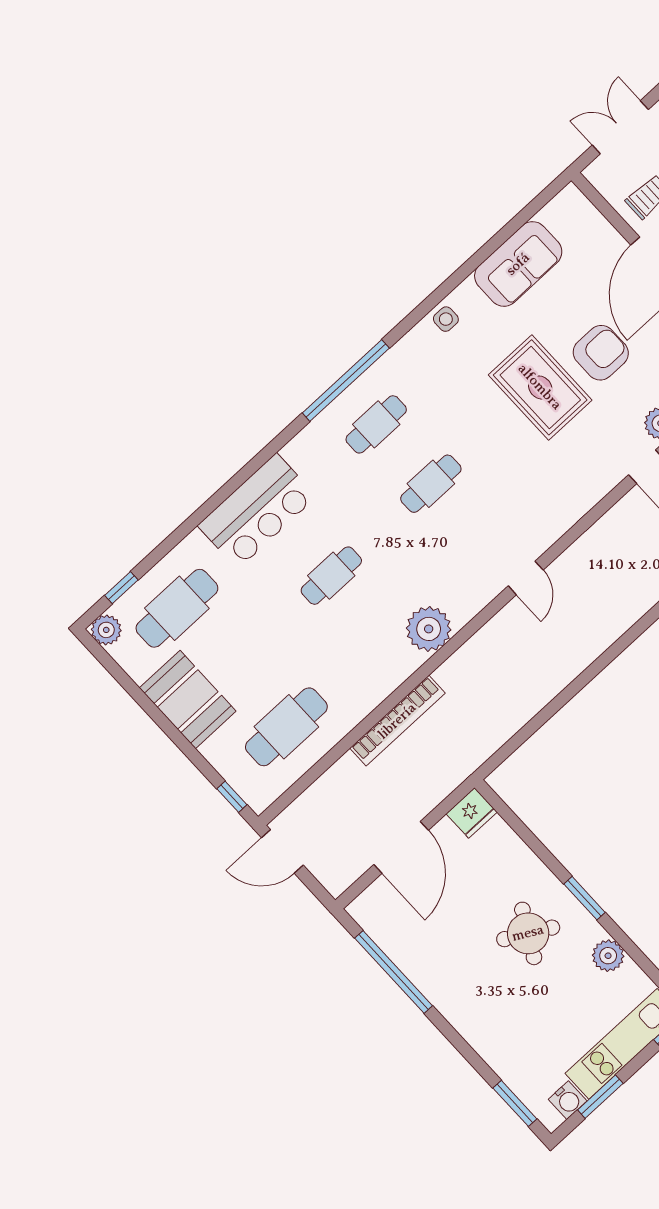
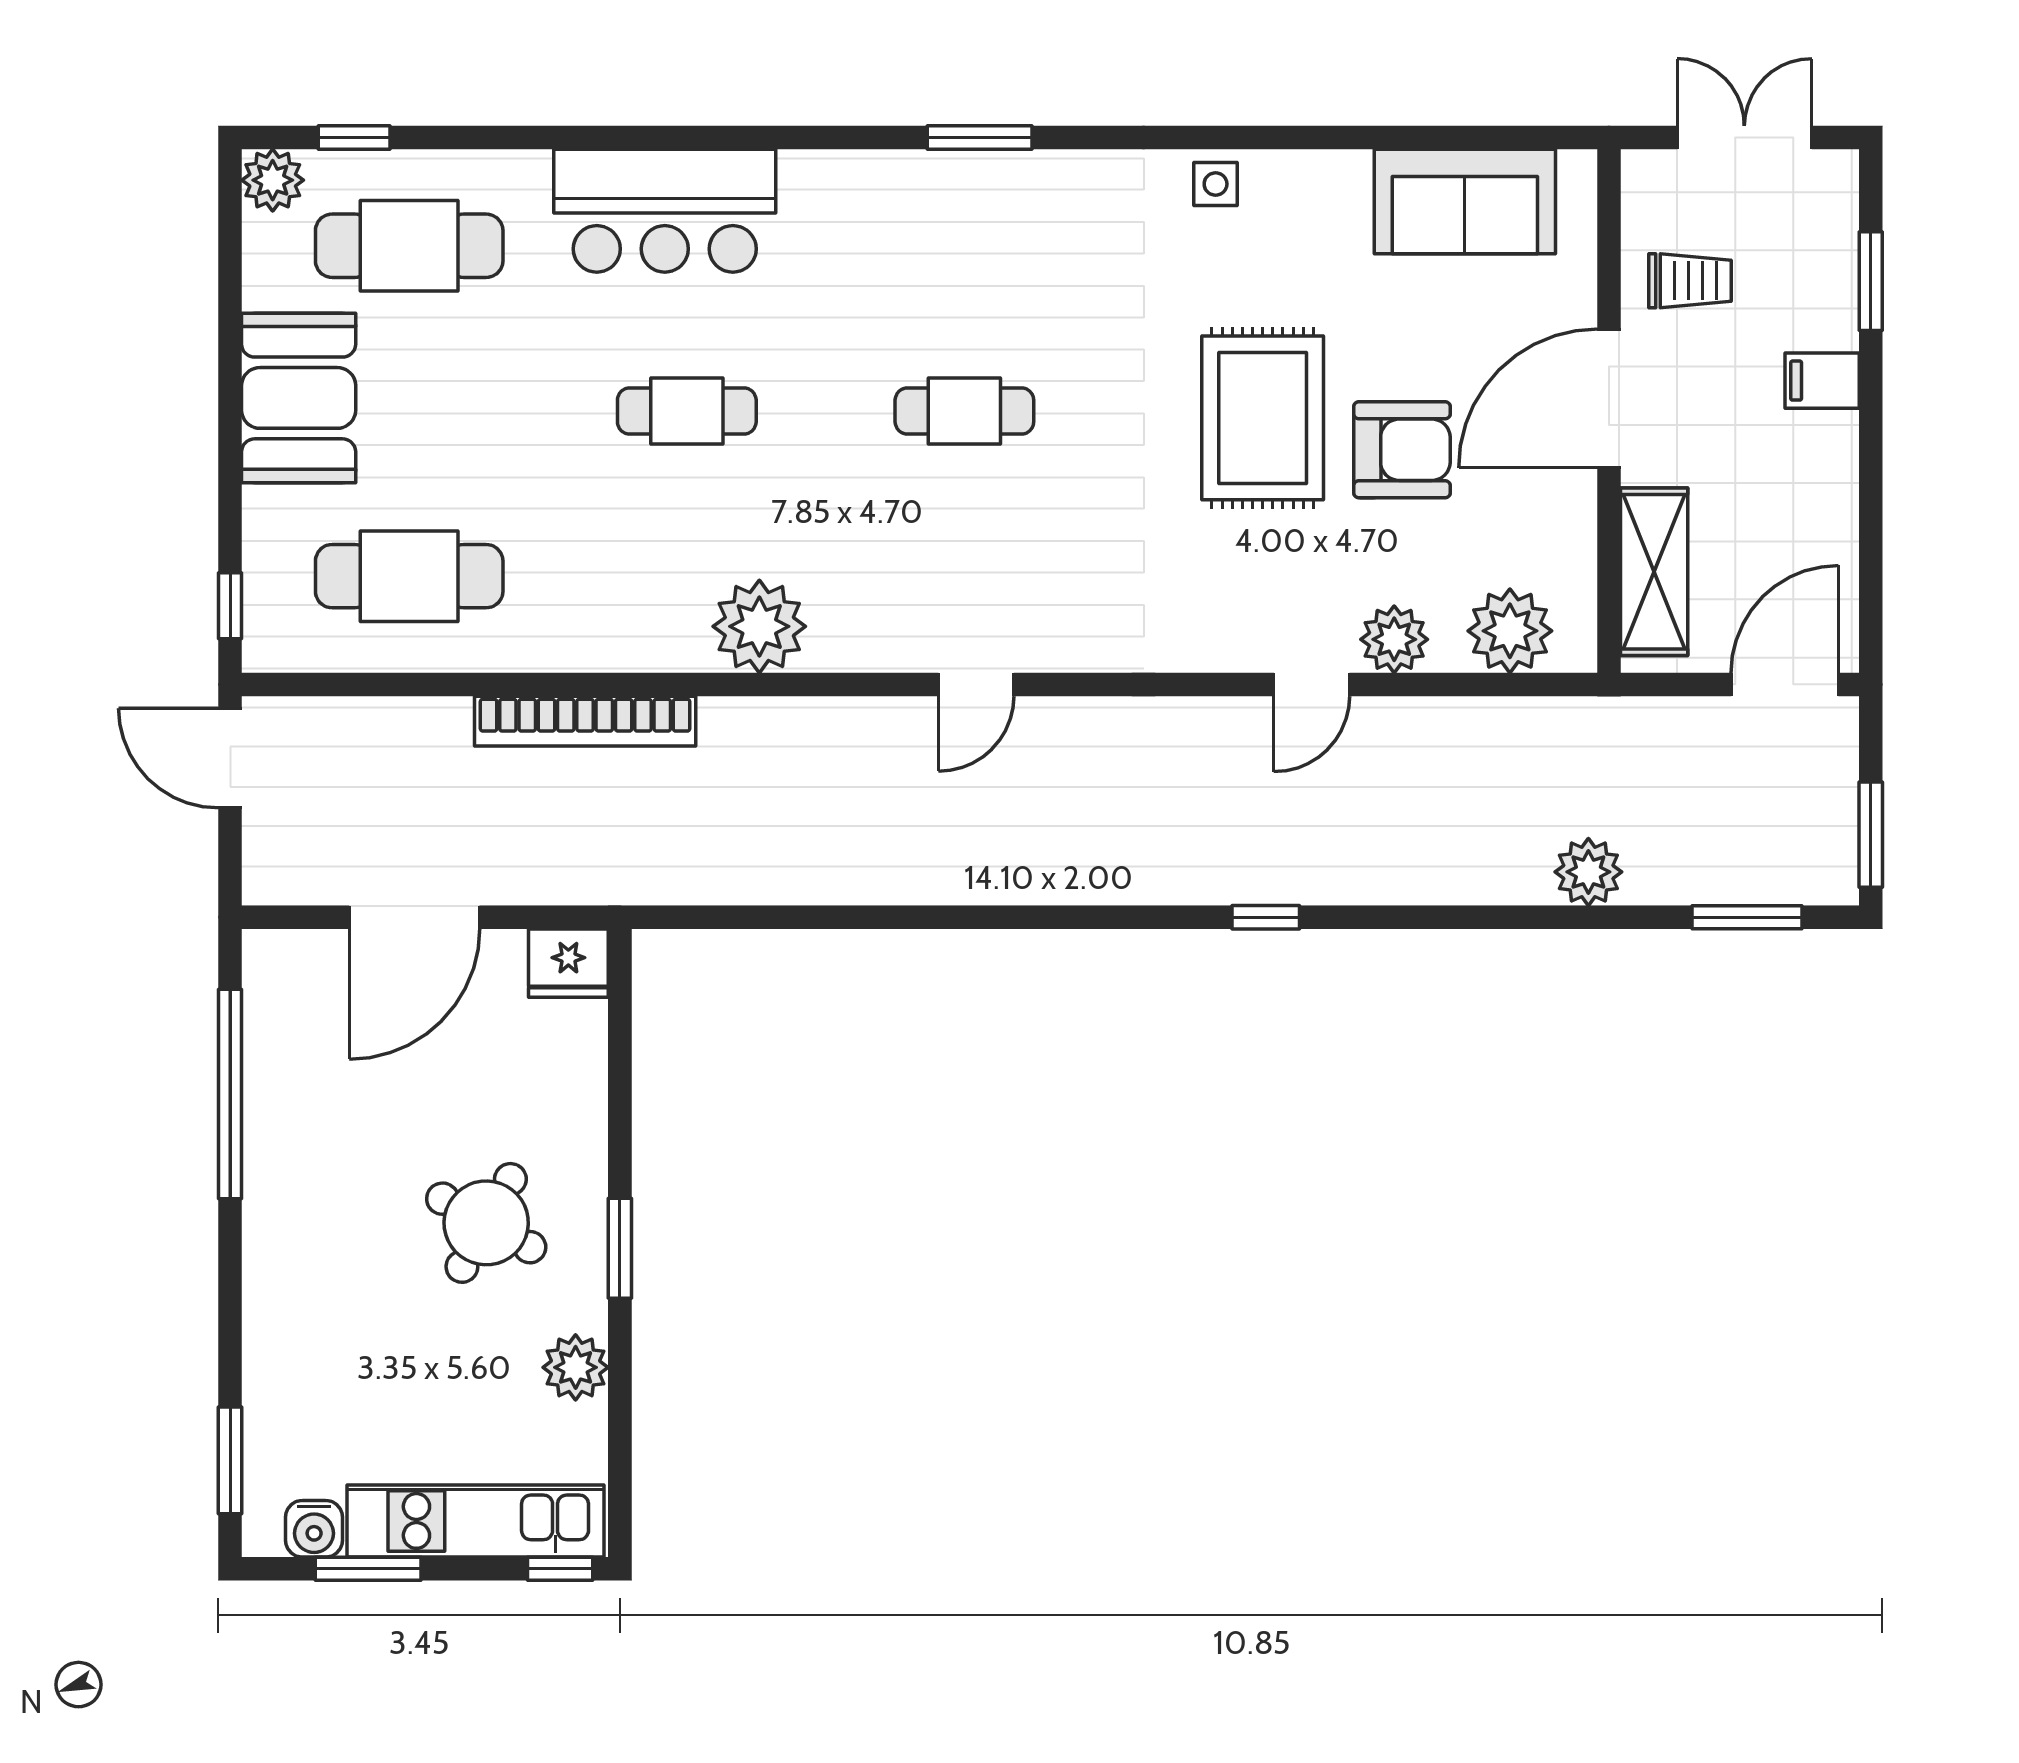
sofa: (518, 264) -> (1465, 201), moved
window: (346, 381) -> (980, 138), width x0.47
cafe table: (376, 424) -> (964, 246), removed

